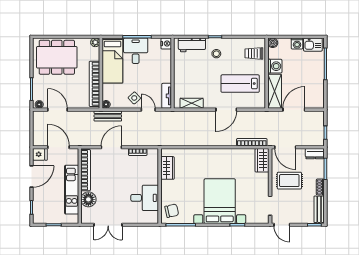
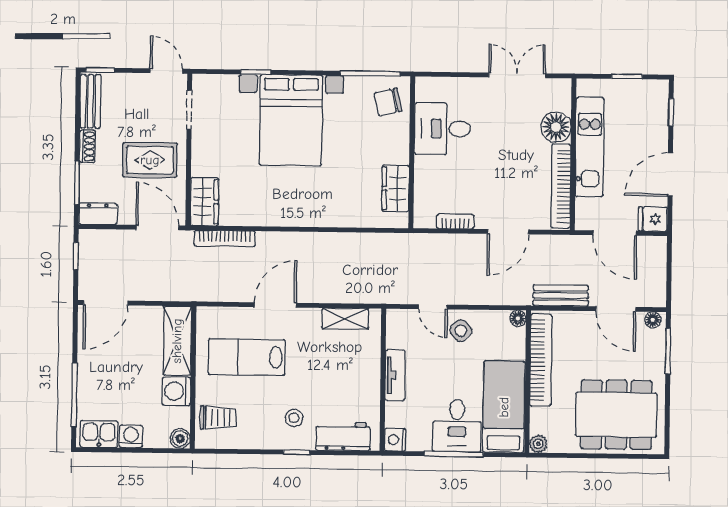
lab bench: (240, 84) -> (247, 357), turned 180
tv unit: (167, 96) -> (395, 375), moved
door: (294, 110) -> (106, 303), moved
bench: (108, 116) -> (561, 295), moved

